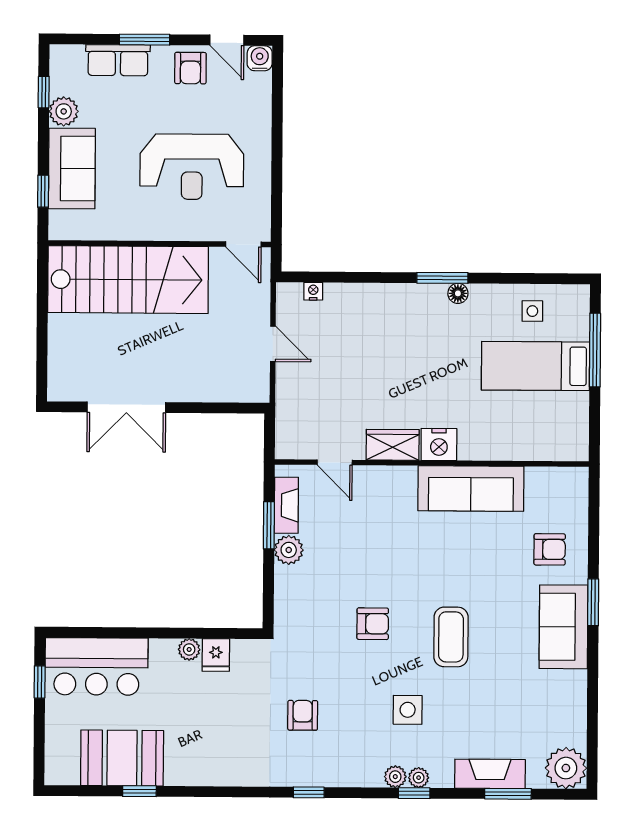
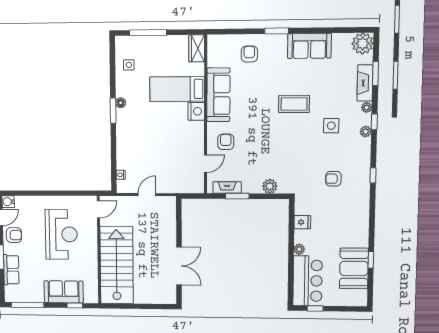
window: (44, 92) -> (28, 305), width x2.17
plant: (64, 111) -> (36, 296), removed
bed: (535, 366) -> (177, 89), moved, turned 90
wardrobe: (393, 445) -> (197, 48), moved
plant: (289, 550) -> (270, 186), moved
armchair: (373, 624) -> (226, 142), moved
sofa: (563, 627) -> (309, 46), moved
plant: (189, 649) -> (299, 249), moved
plant: (419, 778) -> (367, 107), moved

